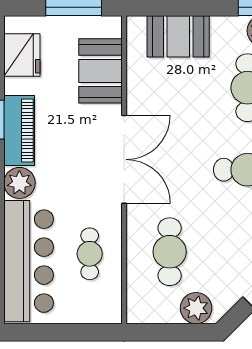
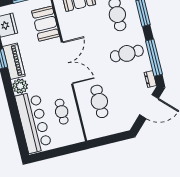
plant: (196, 308) -> (118, 125), removed

